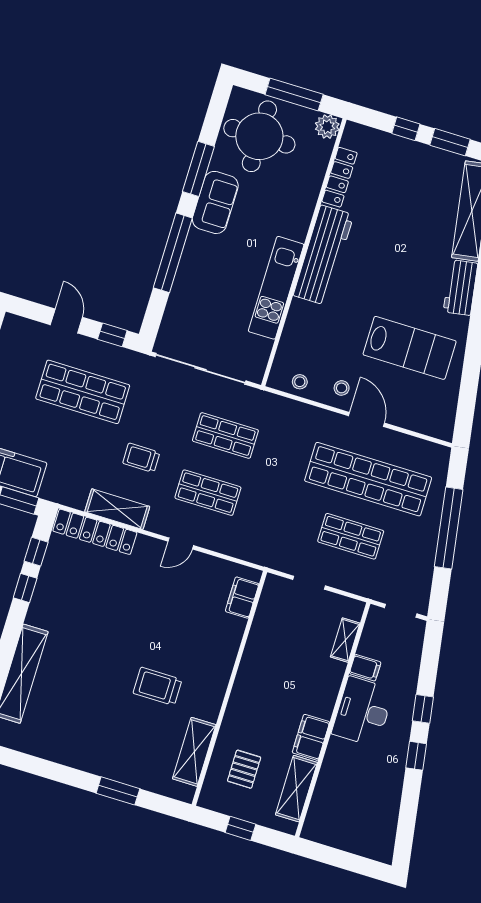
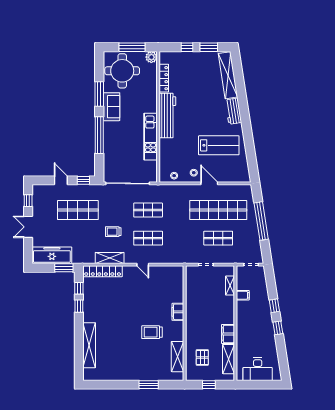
door: (181, 543) -> (143, 265), hinge flipped
filing cabinet: (242, 598) -> (178, 312), moved
desk: (363, 712) -> (258, 369), moved, turned -90

